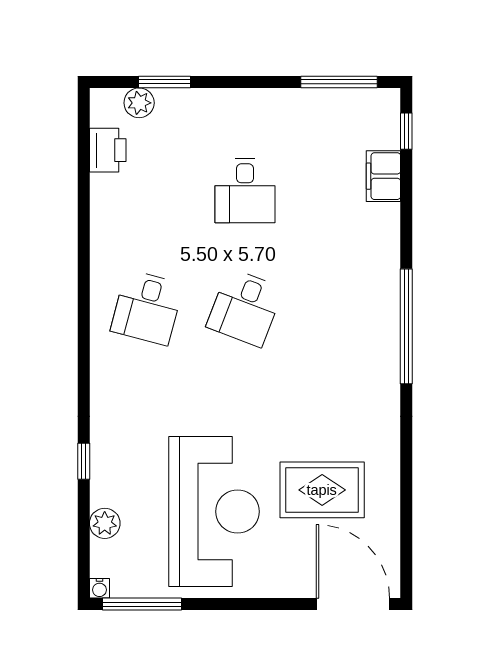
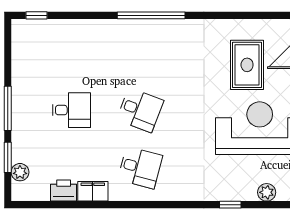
window: (339, 82) -> (8, 108), moved
printer: (108, 150) -> (64, 191), moved
filing cabinet: (383, 176) -> (93, 191), moved, turned 180

